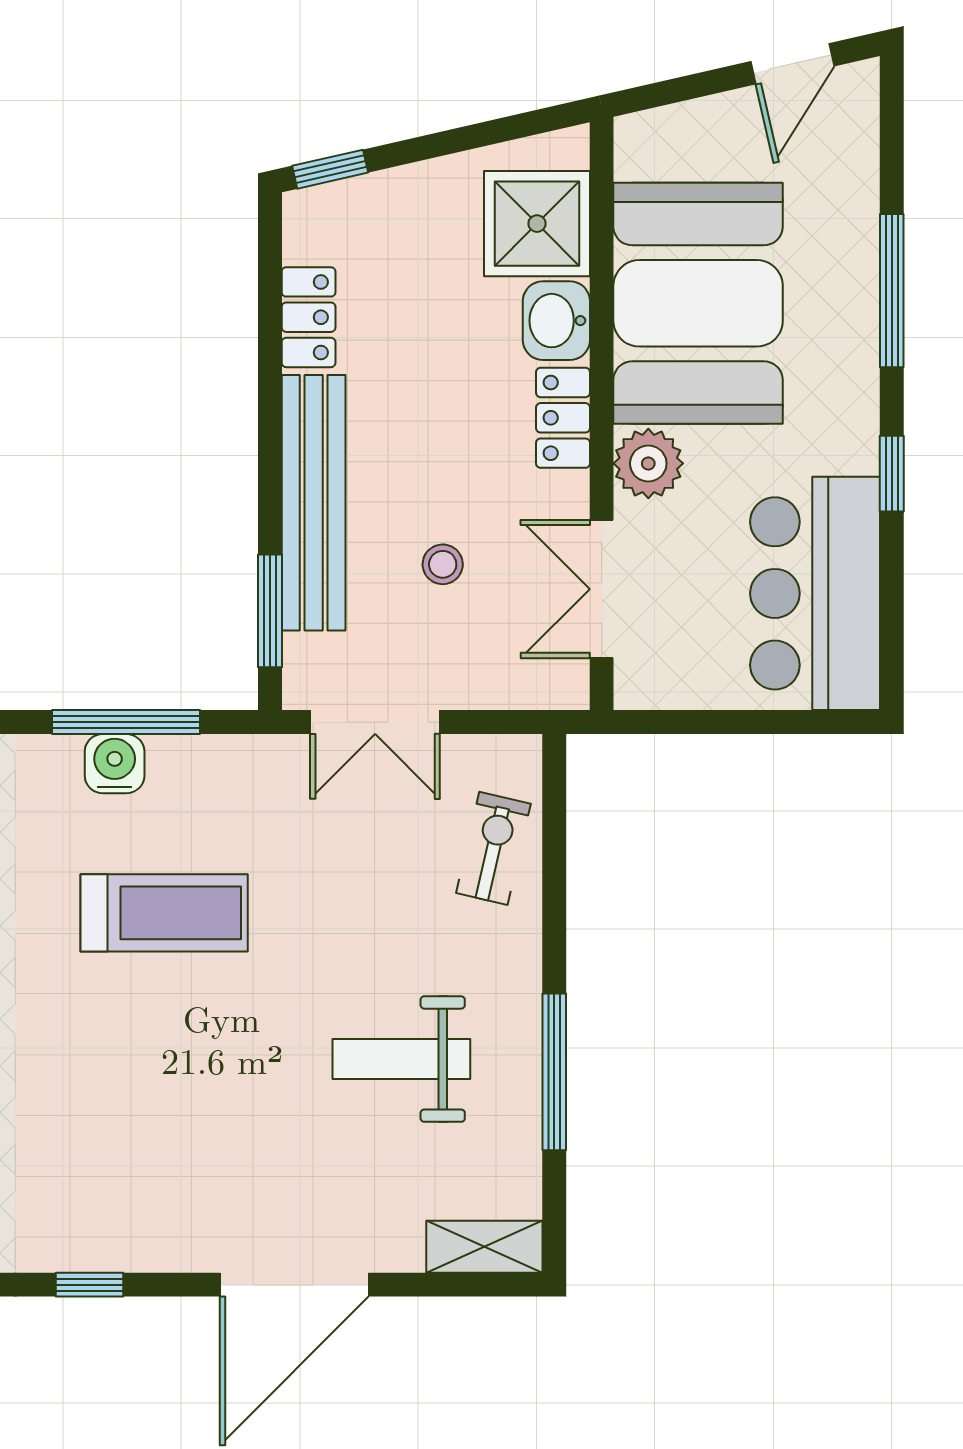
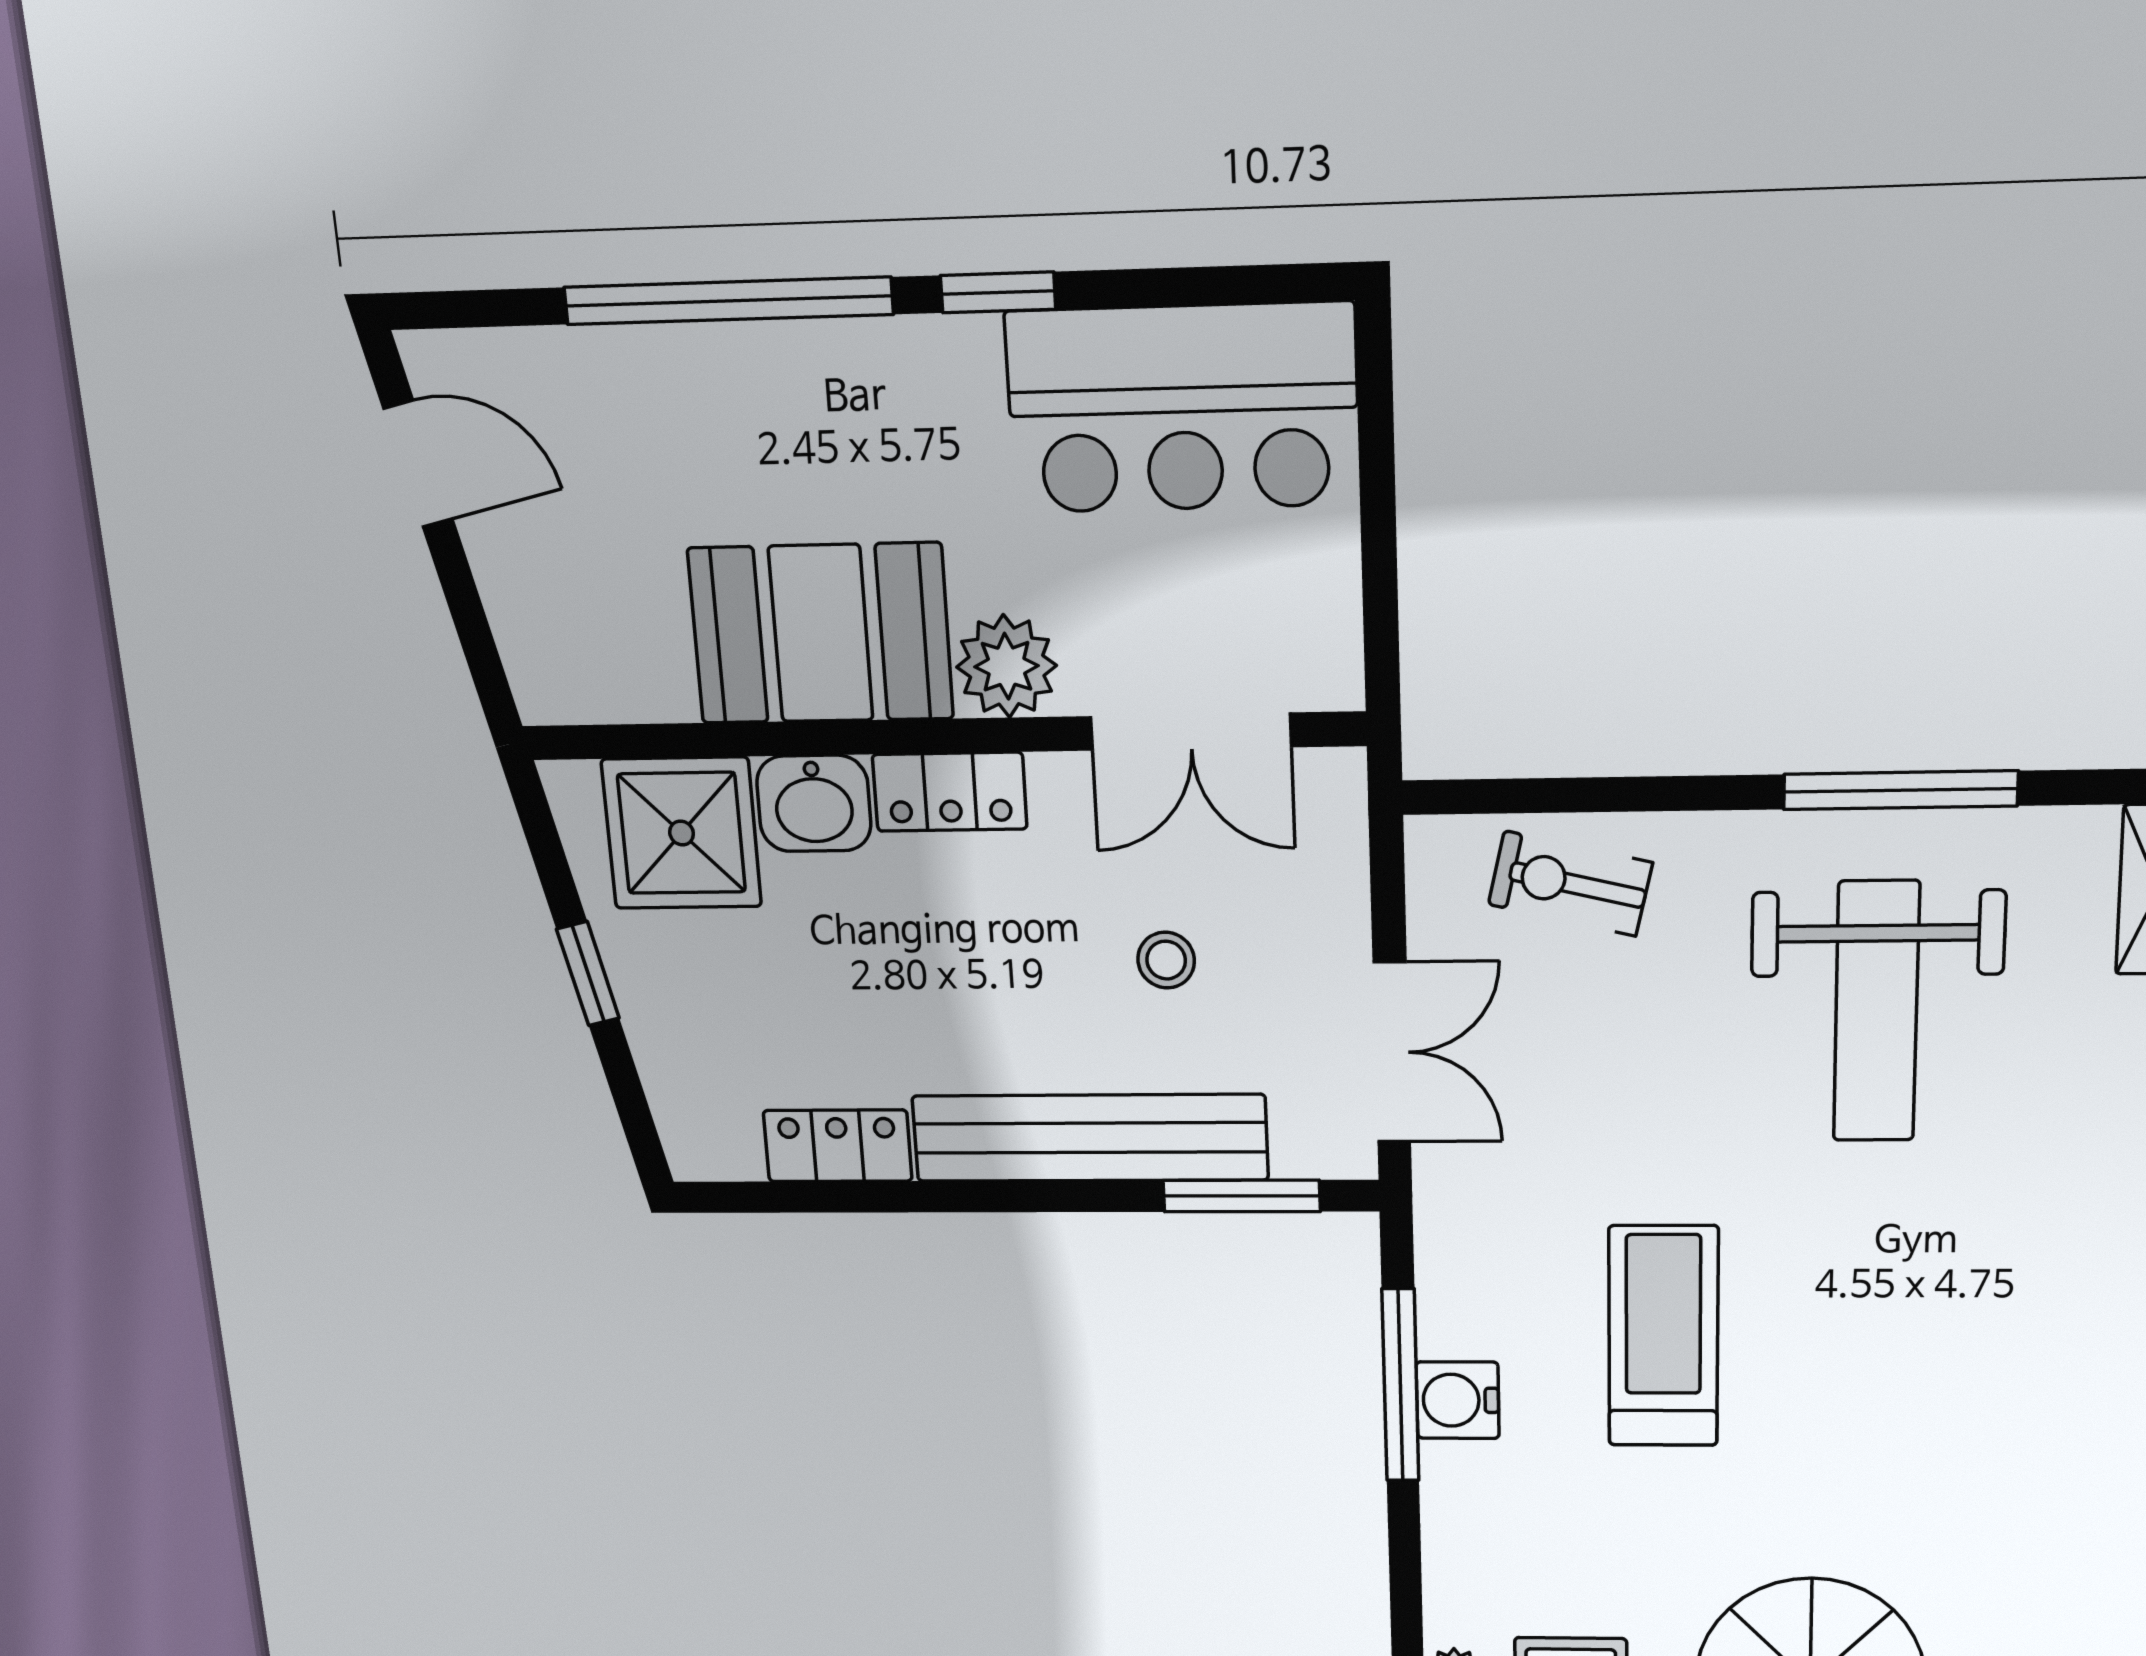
window: (330, 169) -> (588, 974), moved
window: (892, 291) -> (728, 301), width x1.46
booth: (698, 303) -> (821, 633), width x0.73, depth x0.70
weight bench: (401, 1059) -> (1876, 1012), width x1.36, depth x1.33

